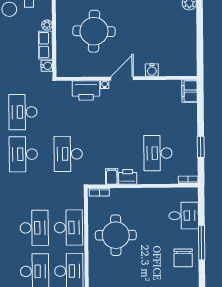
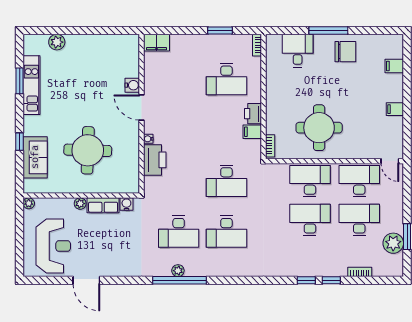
door: (122, 78) -> (142, 107), moved

